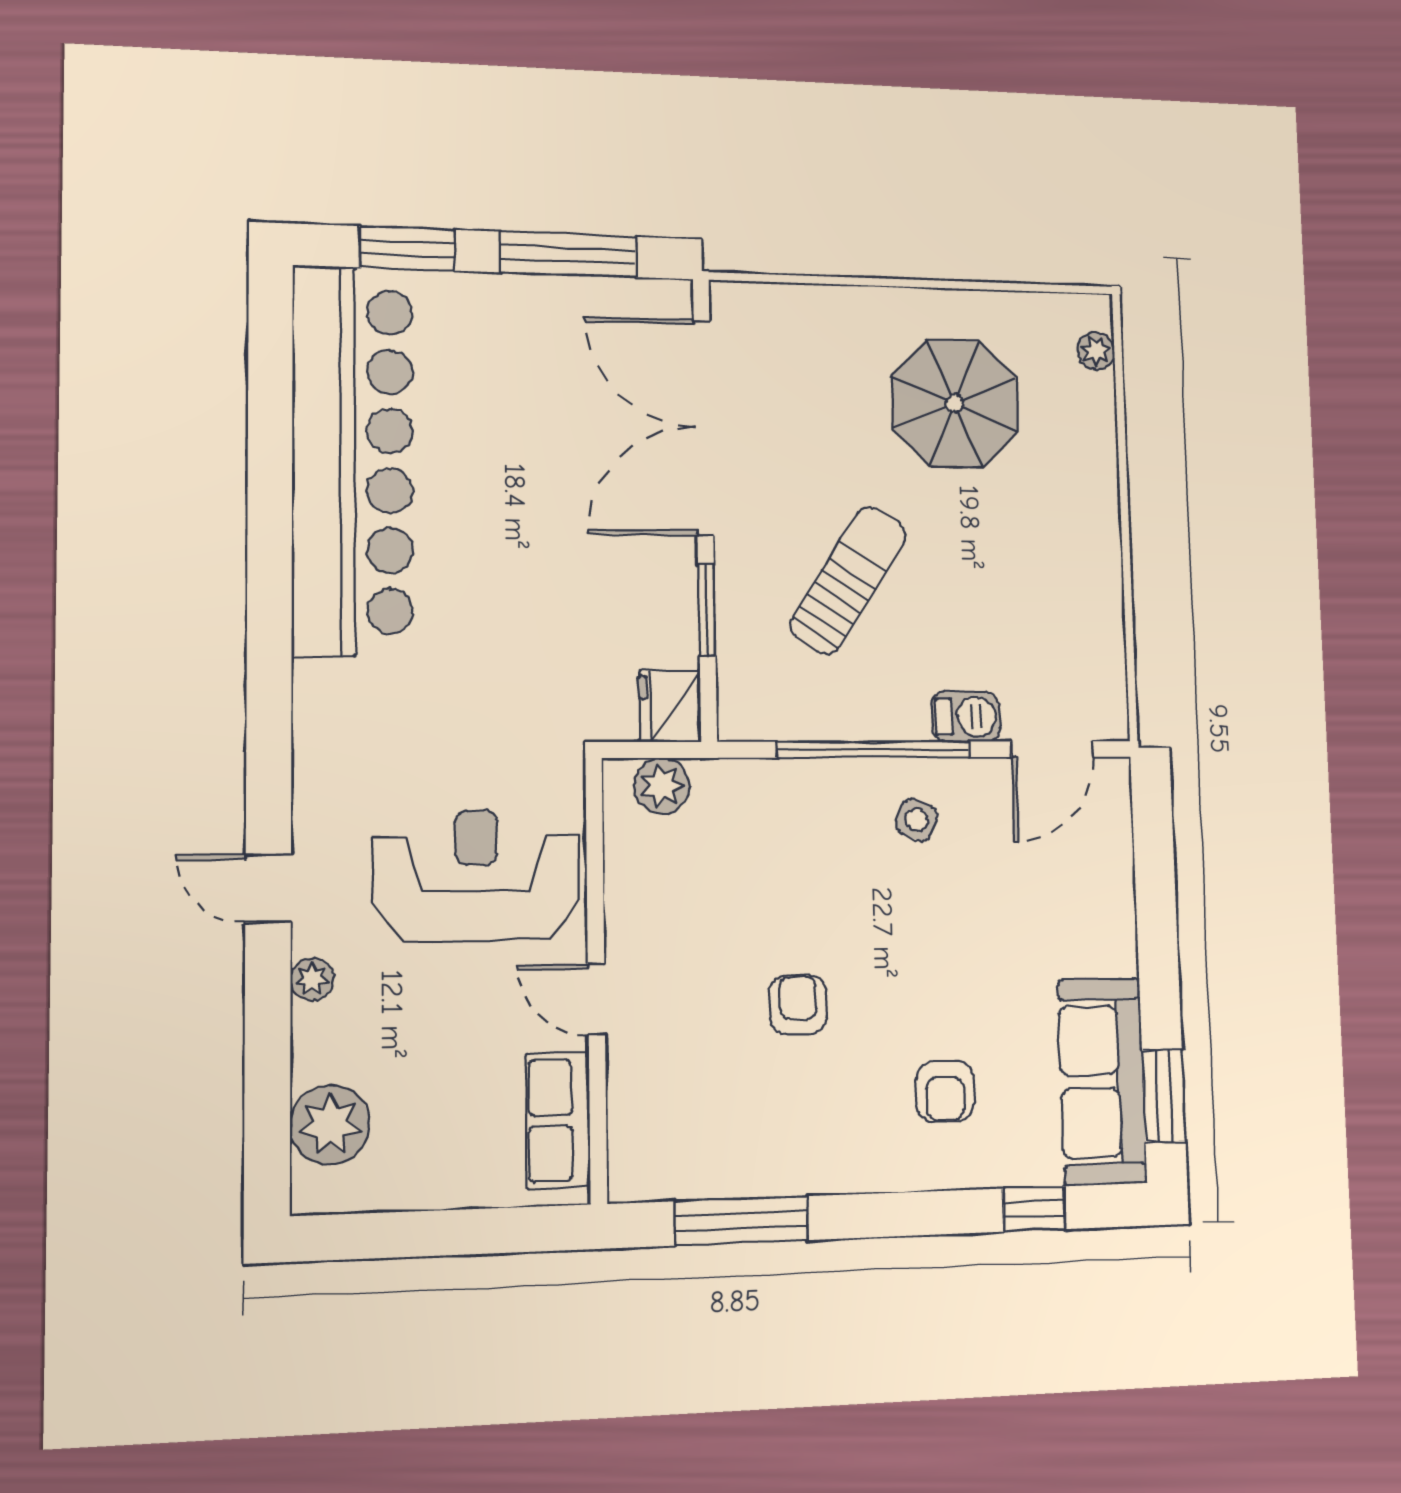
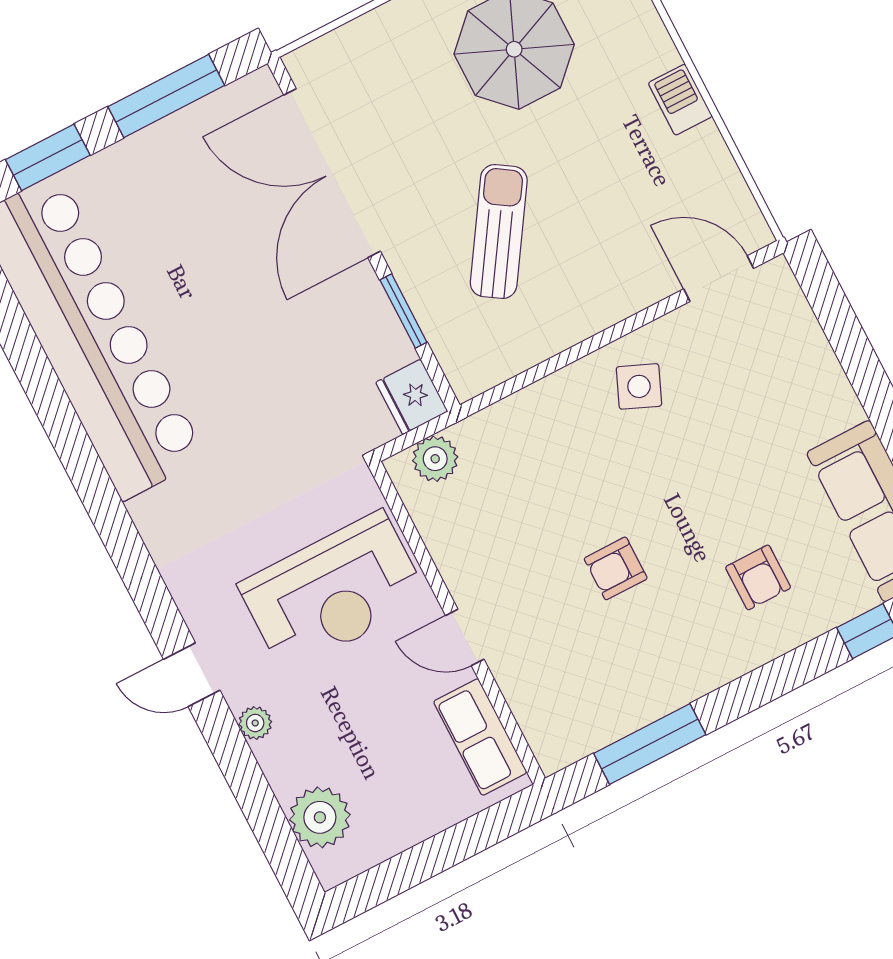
barbecue: (966, 717) -> (680, 100), moved, turned -90
door: (1052, 749) -> (719, 279), swing flipped
window: (874, 750) -> (581, 350), removed
side table: (916, 820) -> (639, 386), width x1.37, depth x1.37
reception desk: (476, 875) -> (333, 592), turned 180
armchair: (798, 1005) -> (616, 568), turned -90

